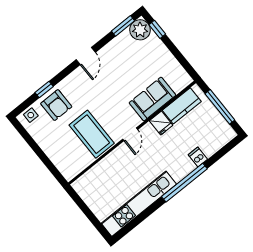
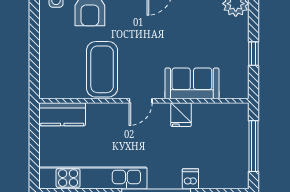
window: (157, 29) -> (253, 54), moved
kitchen counter: (182, 106) -> (62, 114), moved

